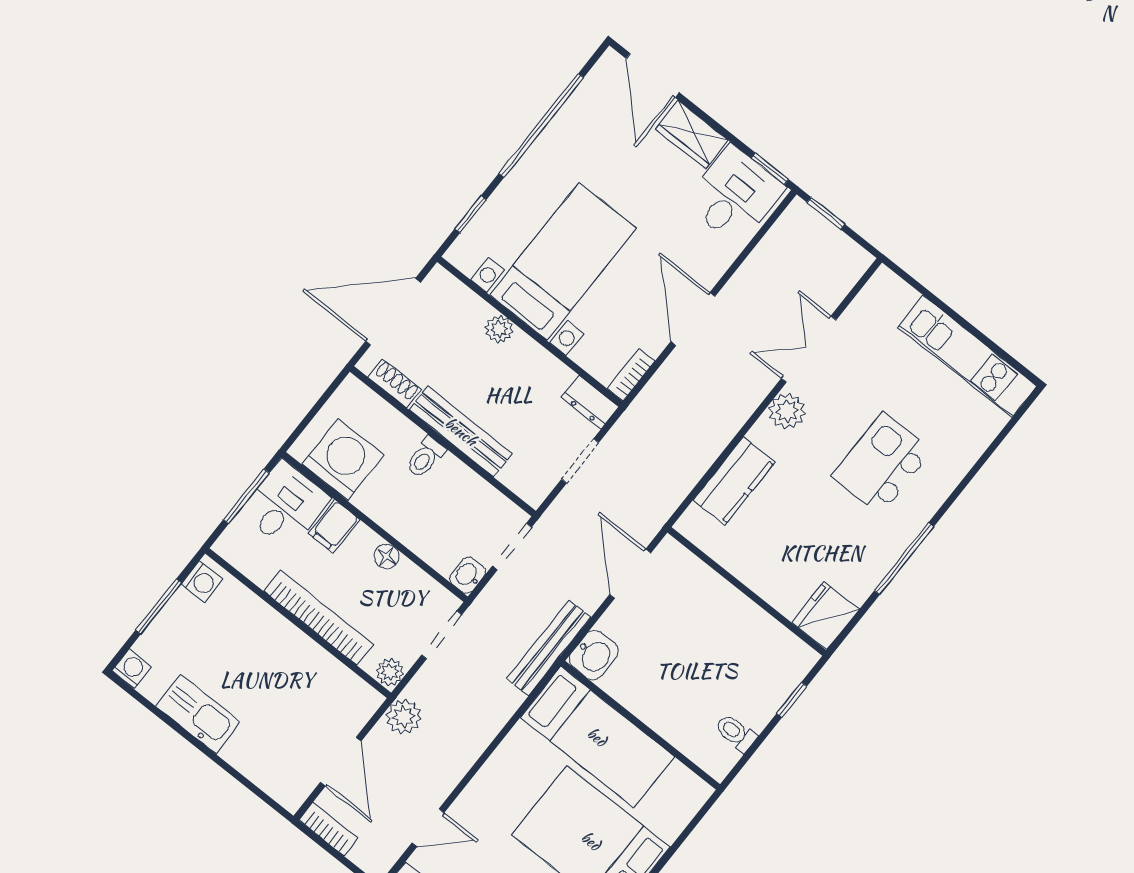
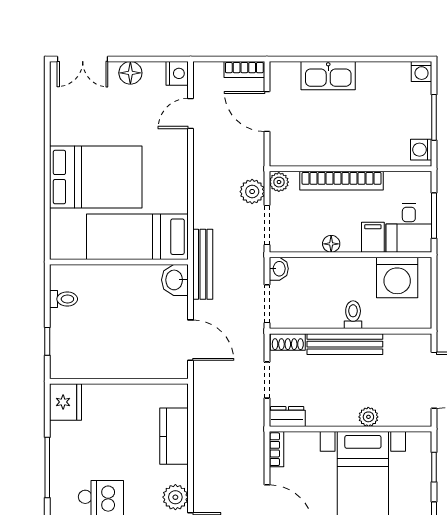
shoe rack: (395, 383) -> (288, 342), moved
kitchen sink: (198, 714) -> (328, 76), moved
plant: (404, 717) -> (252, 192), moved

